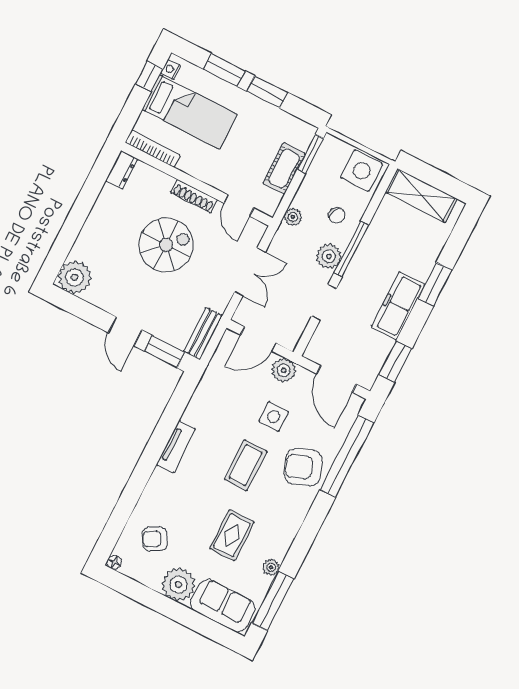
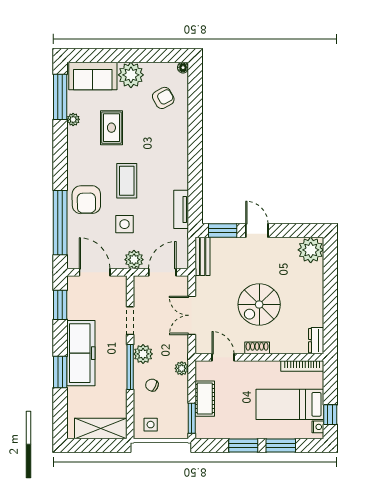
side table: (362, 171) -> (151, 425), width x0.54, depth x0.54
shoe rack: (194, 196) -> (257, 348), width x0.70
freezer: (398, 306) -> (81, 353), width x1.36, depth x1.26
tv unit: (176, 447) -> (181, 209), moved
armchair: (303, 467) -> (86, 200), turned 109

